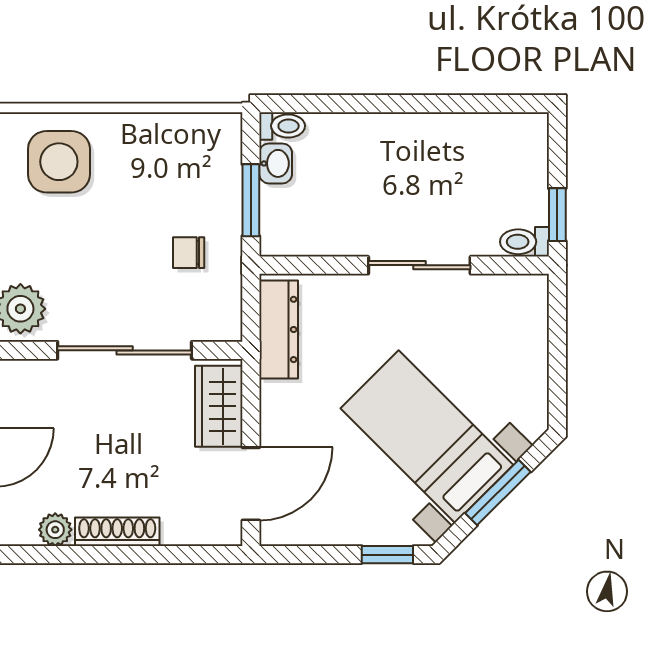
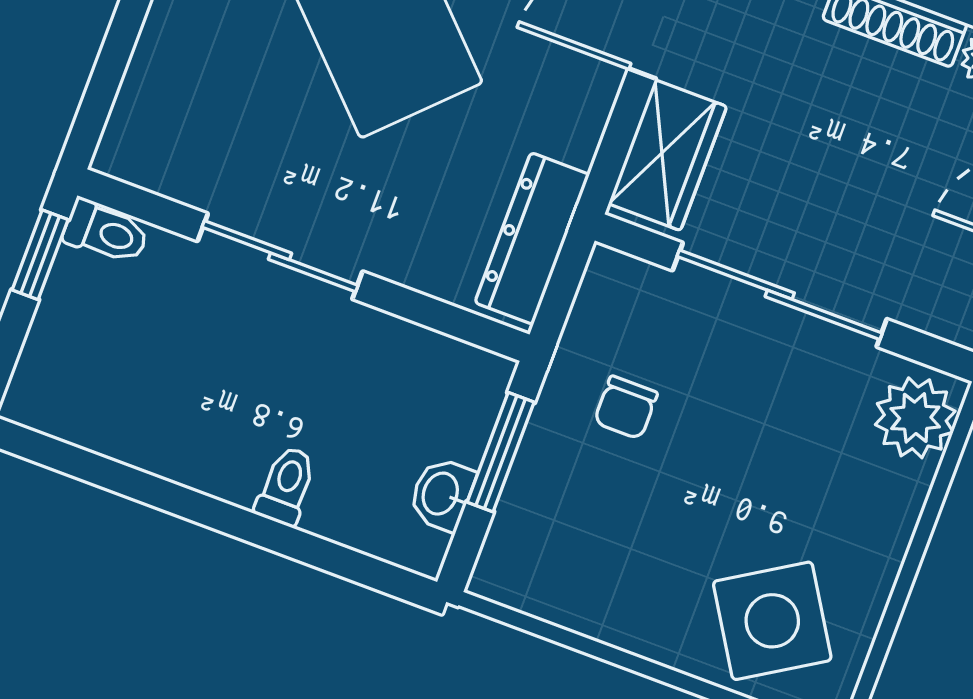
toilet: (282, 126) -> (286, 486), moved, turned 90
side table: (59, 162) -> (772, 621), turned -32
chair: (189, 253) -> (626, 407), turned 90

